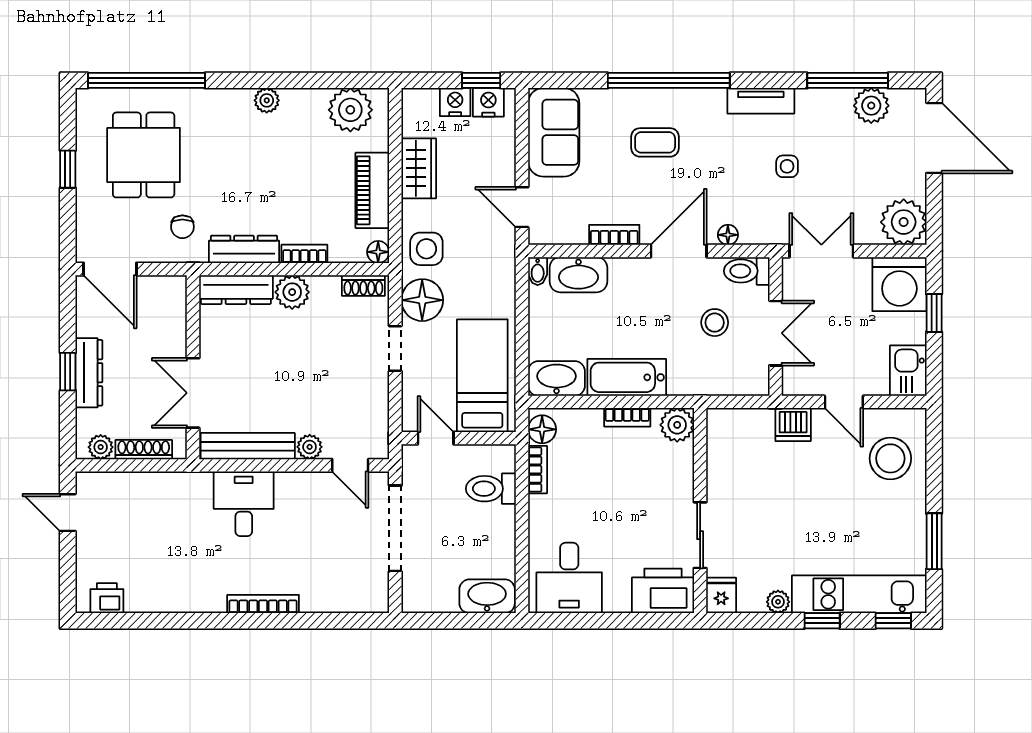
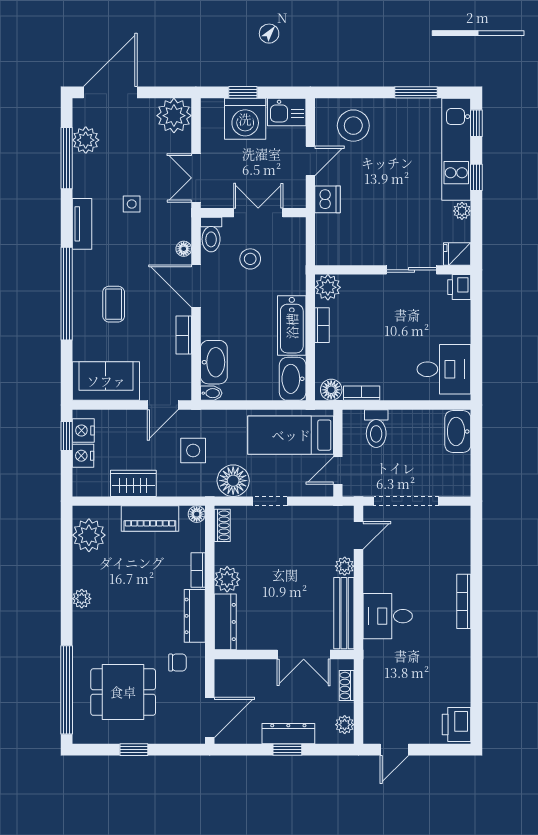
side table: (426, 249) -> (193, 450), moved
washing machine: (899, 284) -> (245, 119), moved, turned 90
shoe rack: (144, 450) -> (347, 686), width x0.70
printer: (663, 591) -> (459, 287), width x0.53, depth x0.68
printer: (107, 598) -> (456, 724), width x1.36, depth x1.24

